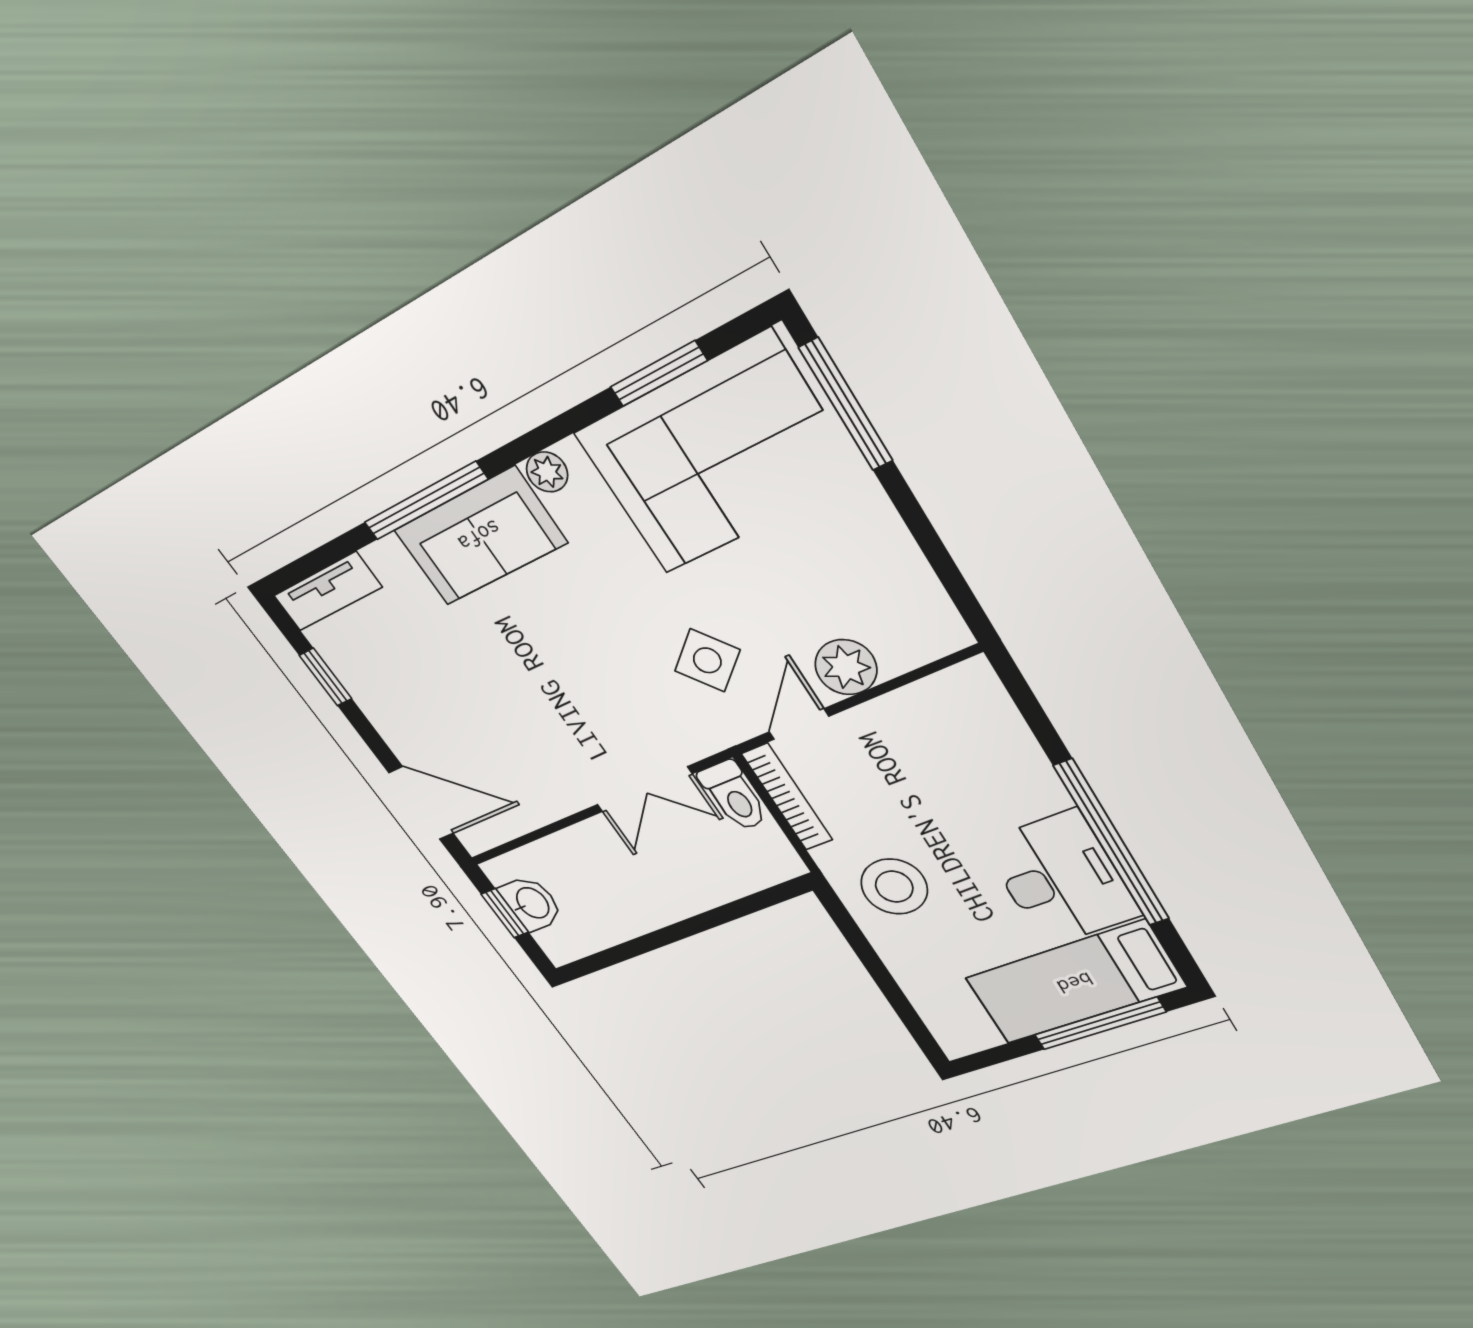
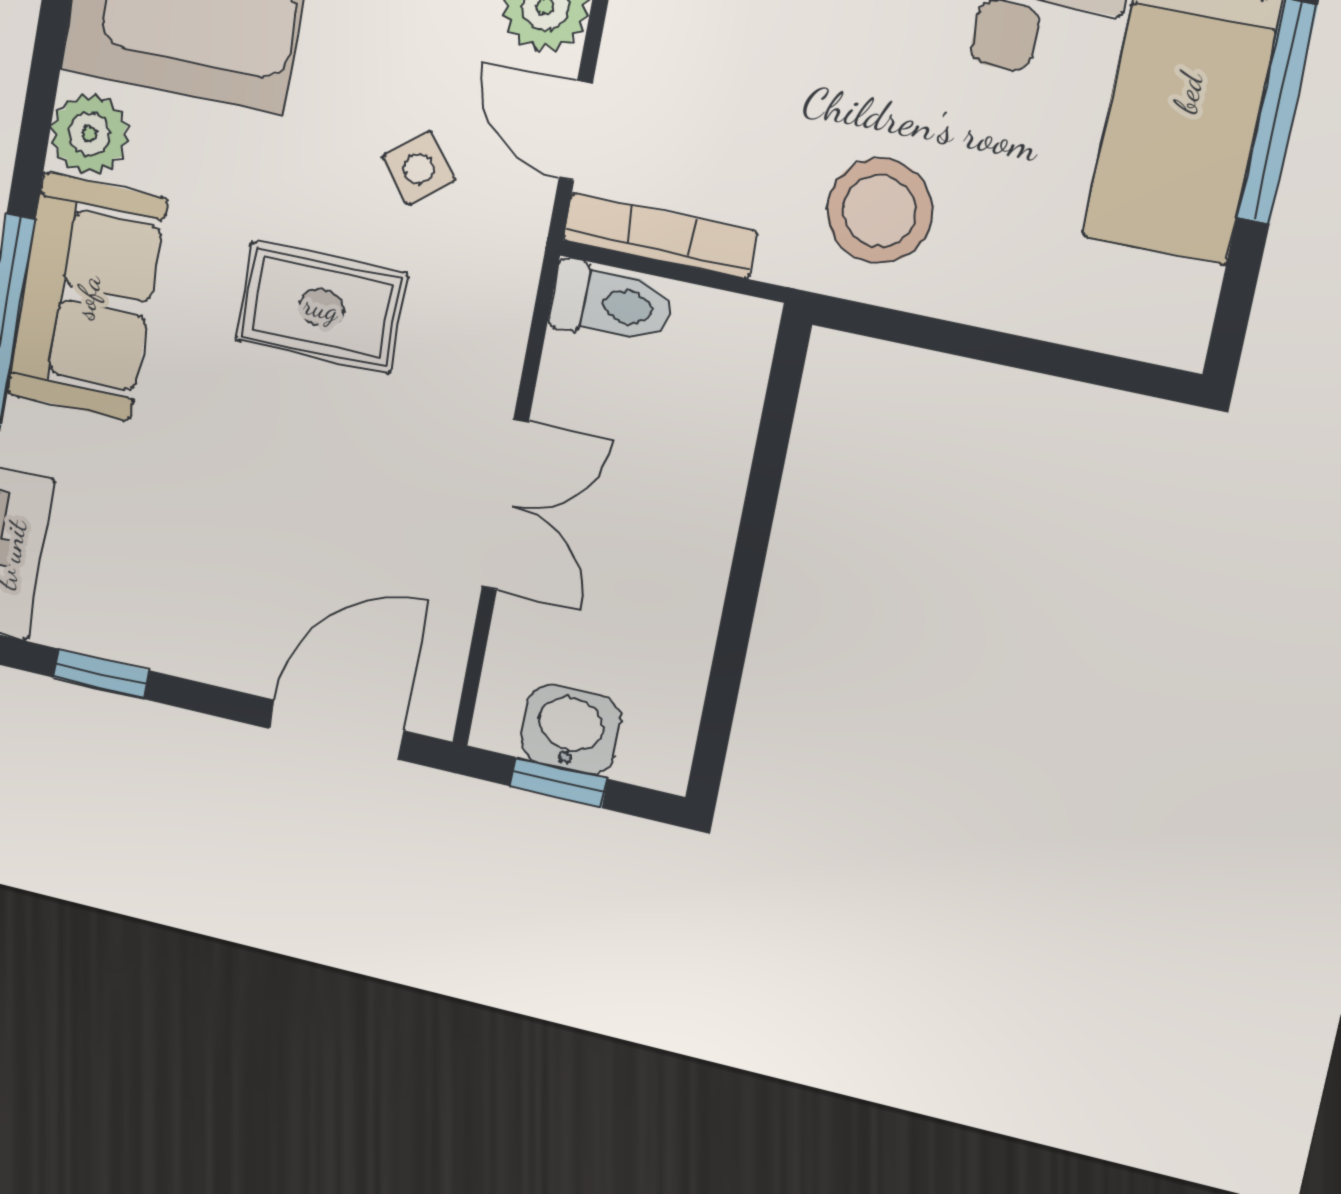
plant: (547, 472) -> (89, 134), width x1.38, depth x1.38
rug: (595, 660) -> (321, 307), added
side table: (707, 660) -> (419, 168), width x0.73, depth x0.73
double door: (644, 789) -> (505, 505), moved

